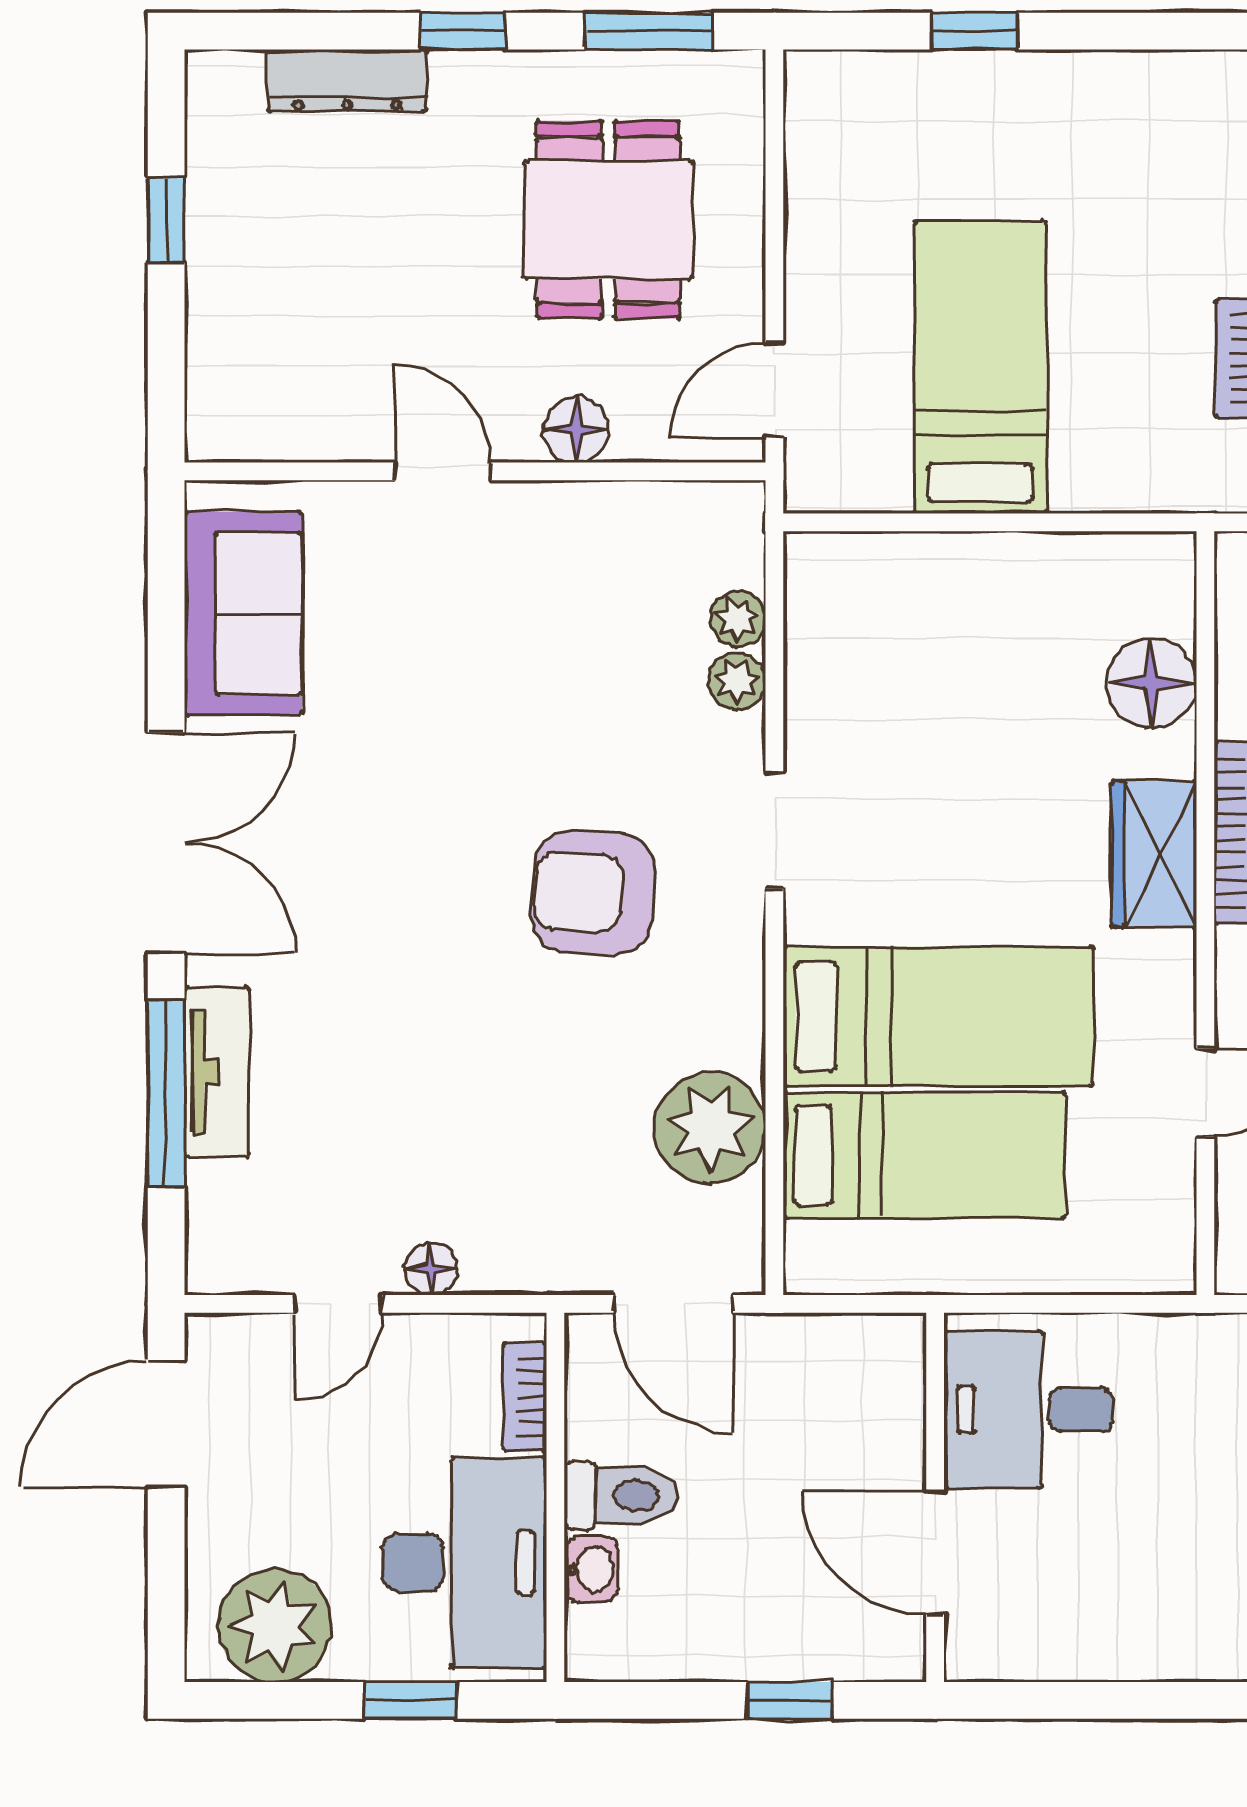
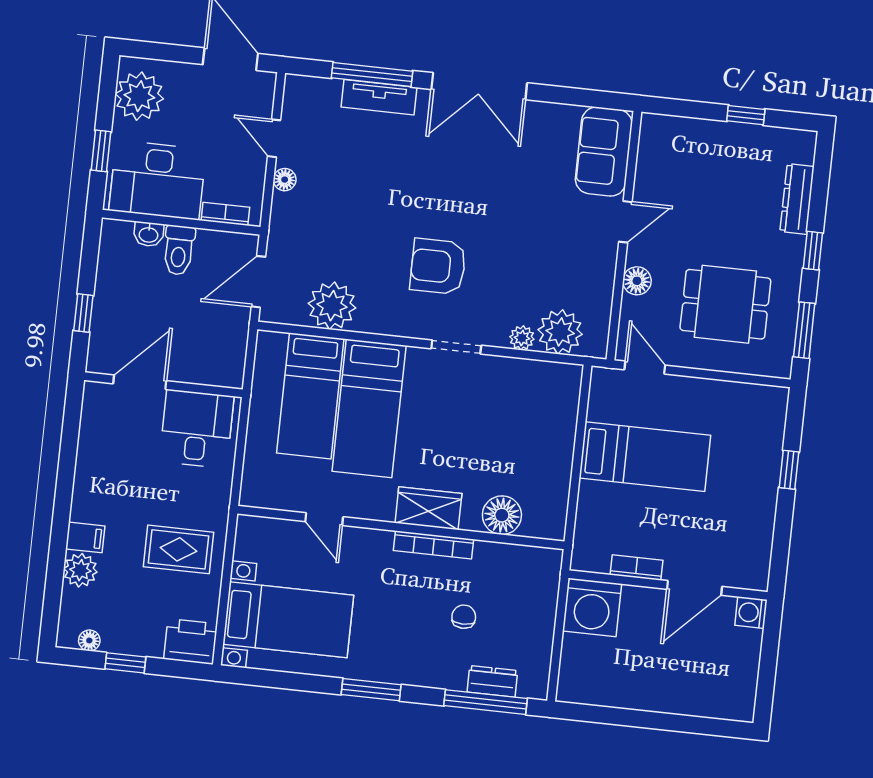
sofa: (243, 613) -> (604, 152), moved, turned 90
plant: (738, 619) -> (560, 332), width x1.87, depth x1.87
armchair: (593, 893) -> (438, 266), turned -93

